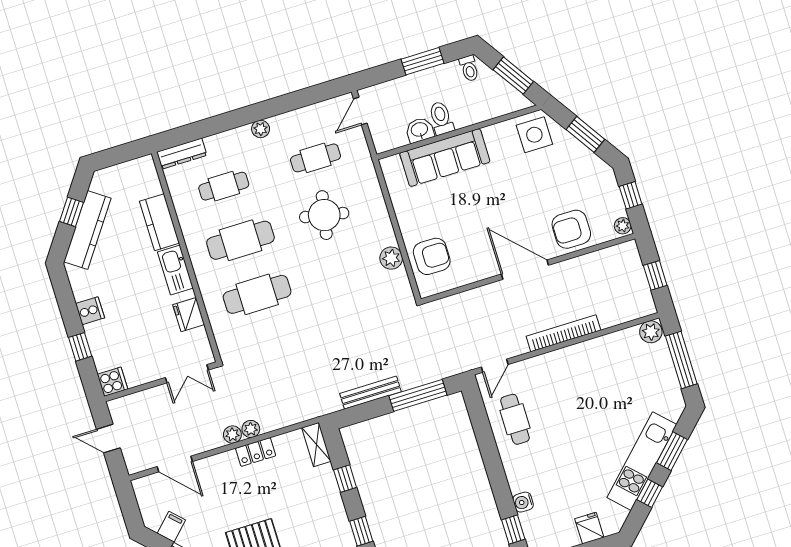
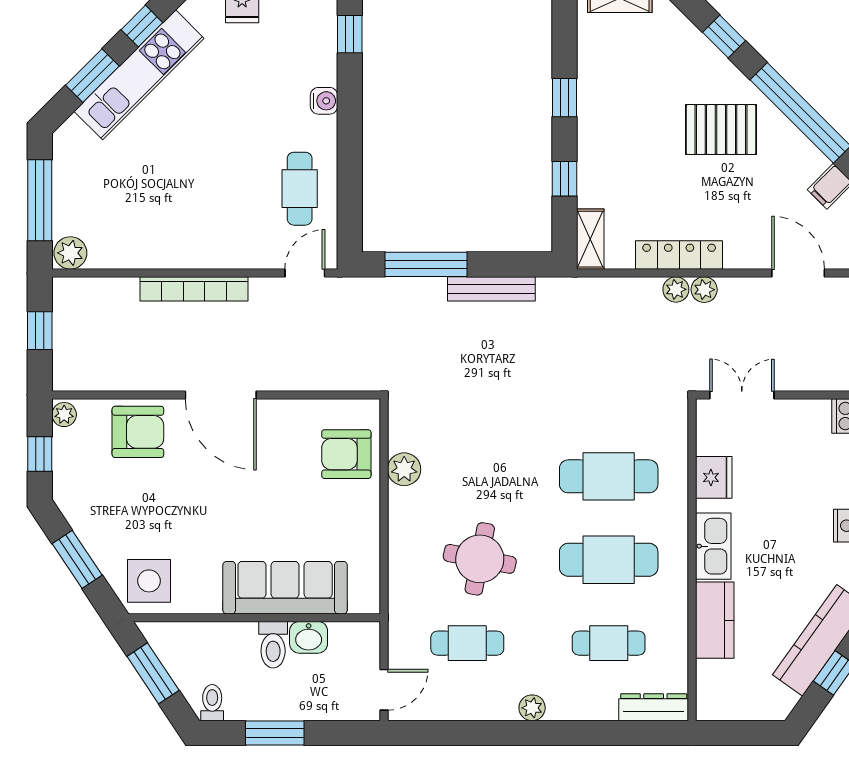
locker: (256, 452) -> (679, 255), width x1.53
water cooler: (523, 502) -> (324, 101), moved

